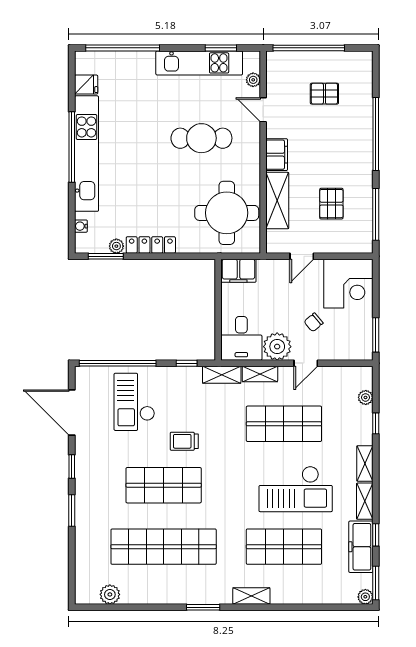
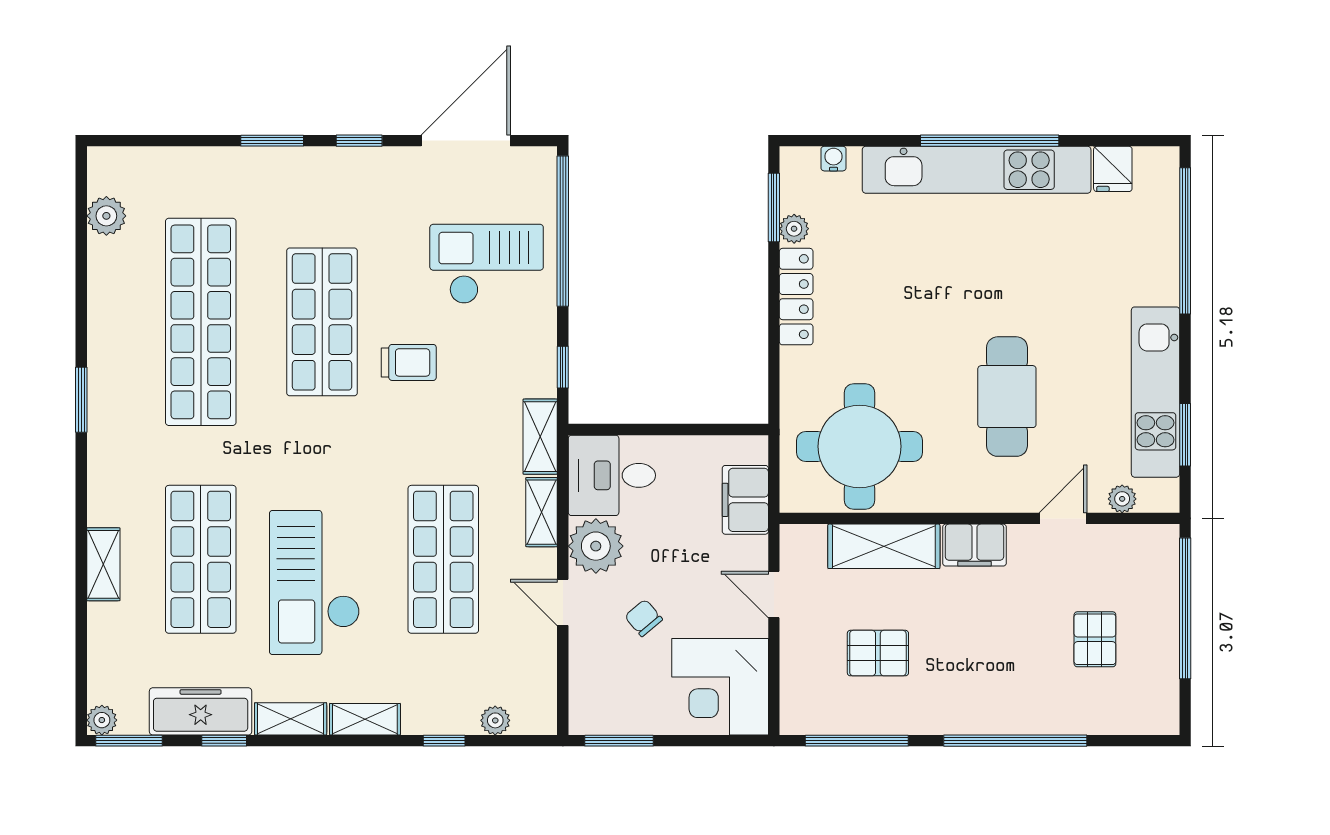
filing cabinet: (238, 271) -> (745, 500), moved
trolley: (184, 441) -> (409, 362), turned 90
shelving: (251, 596) -> (103, 564), moved

